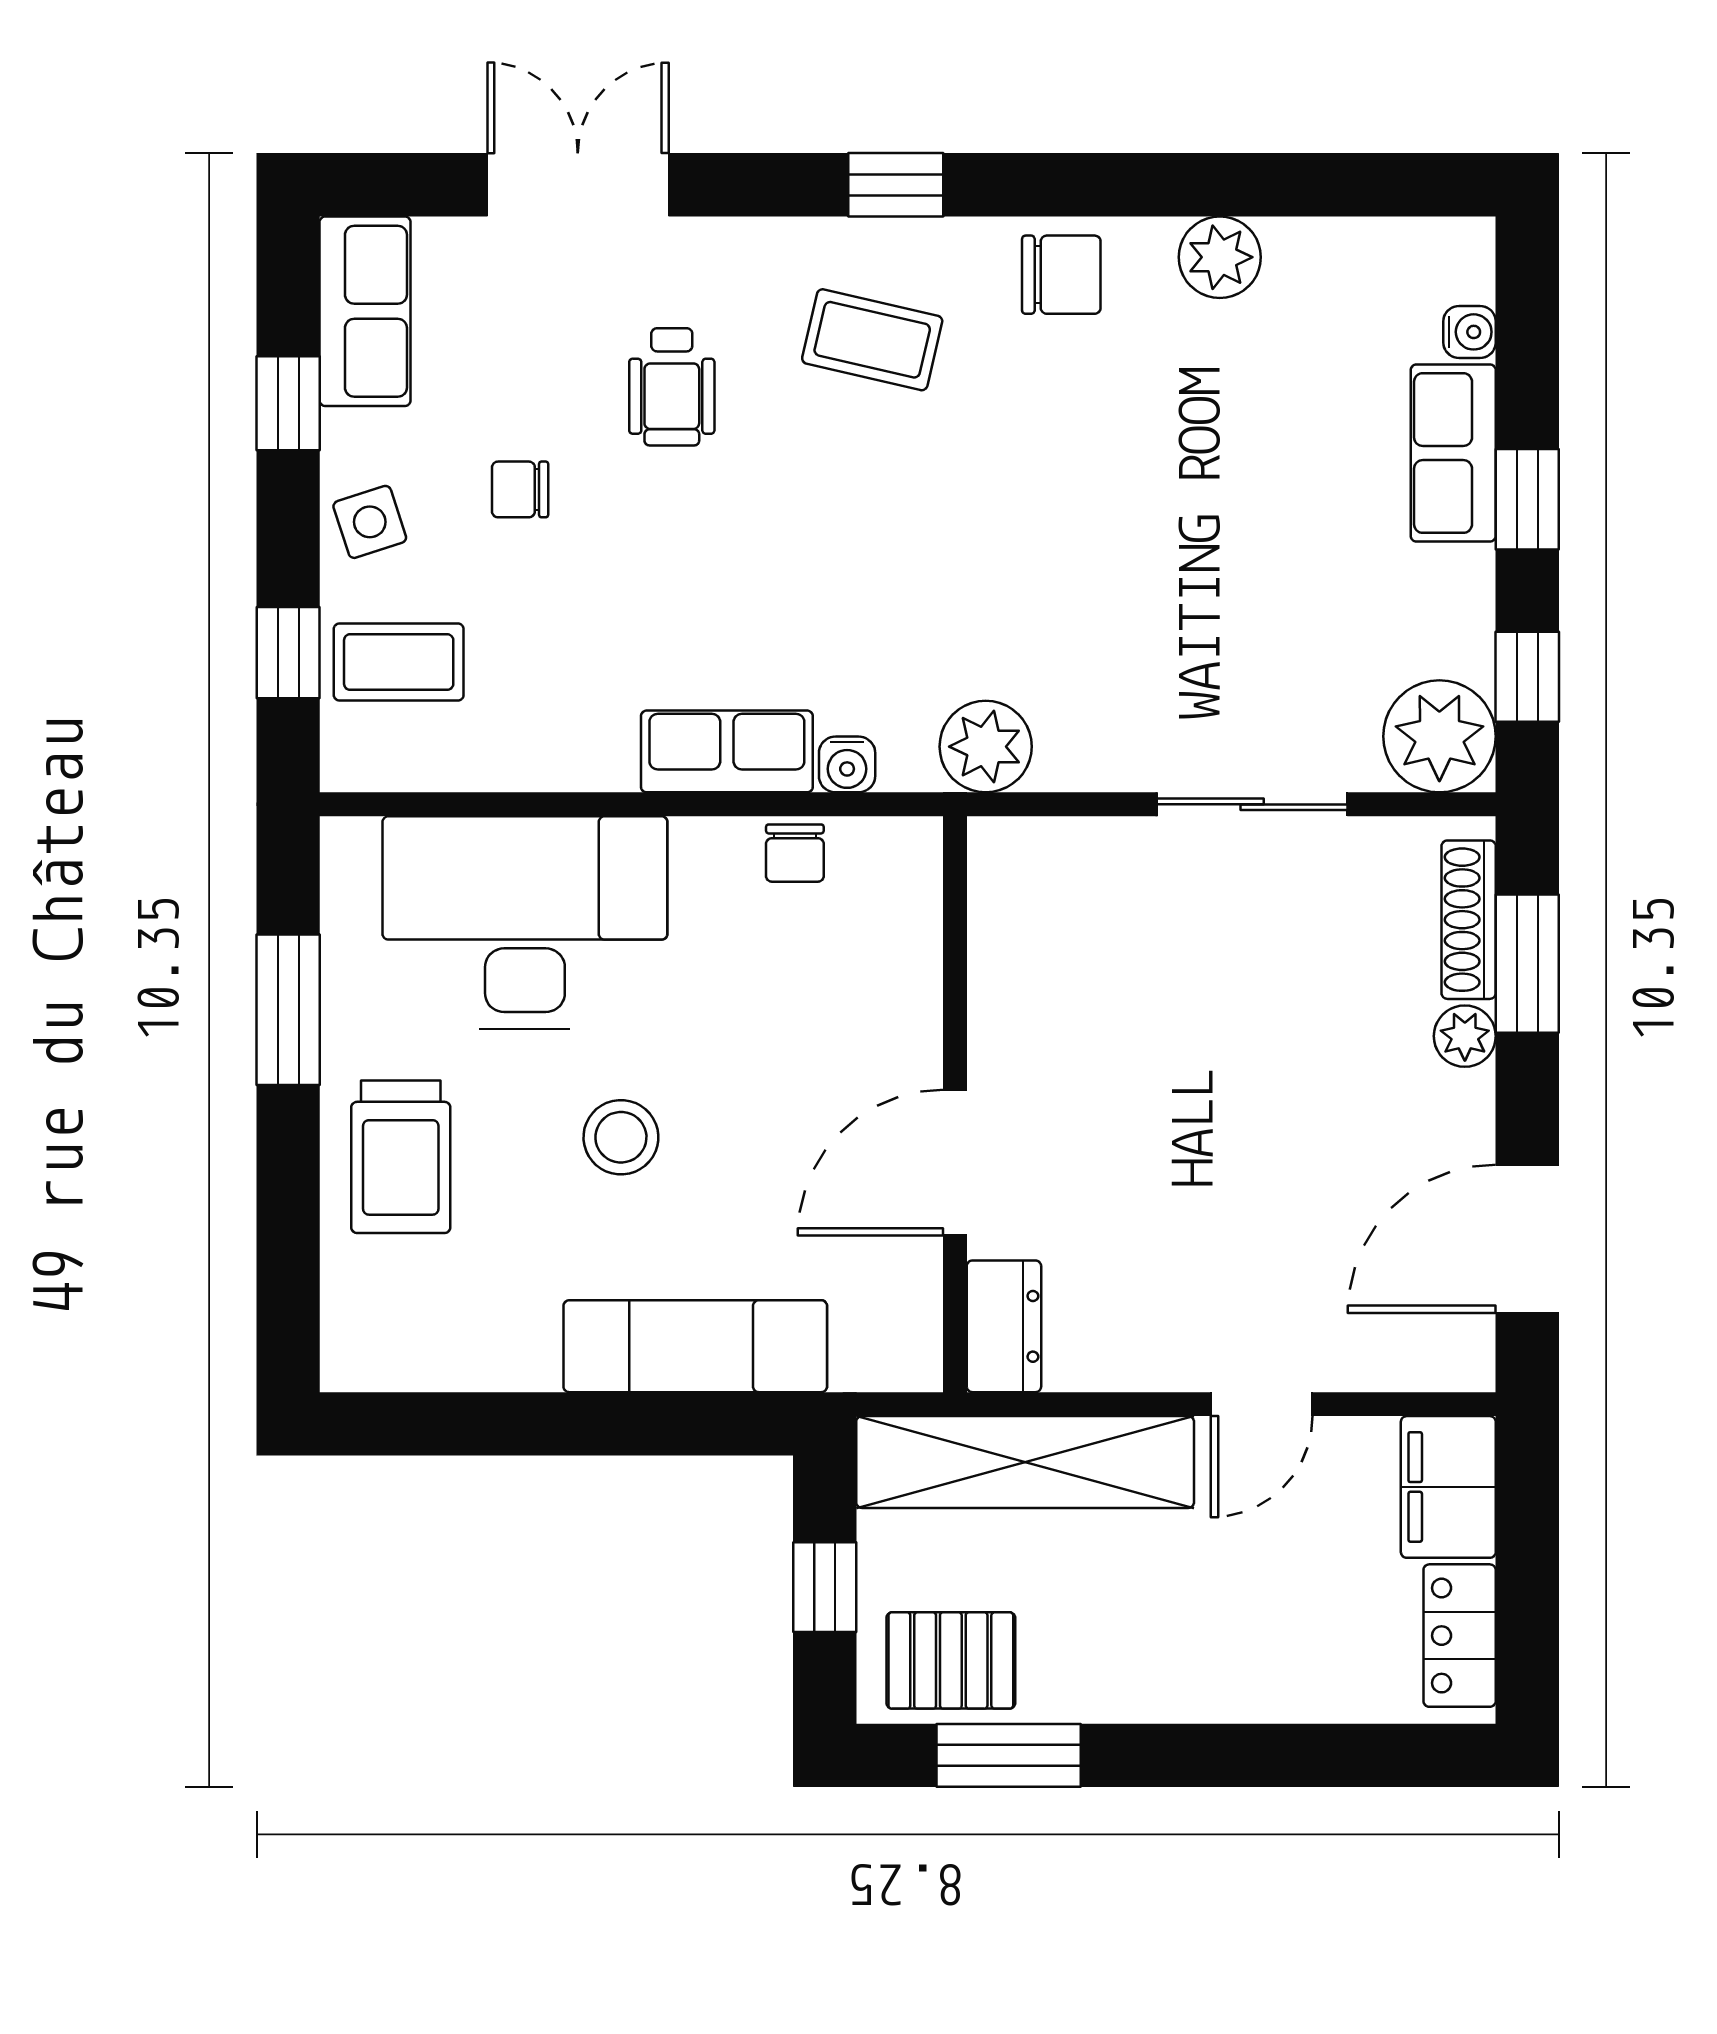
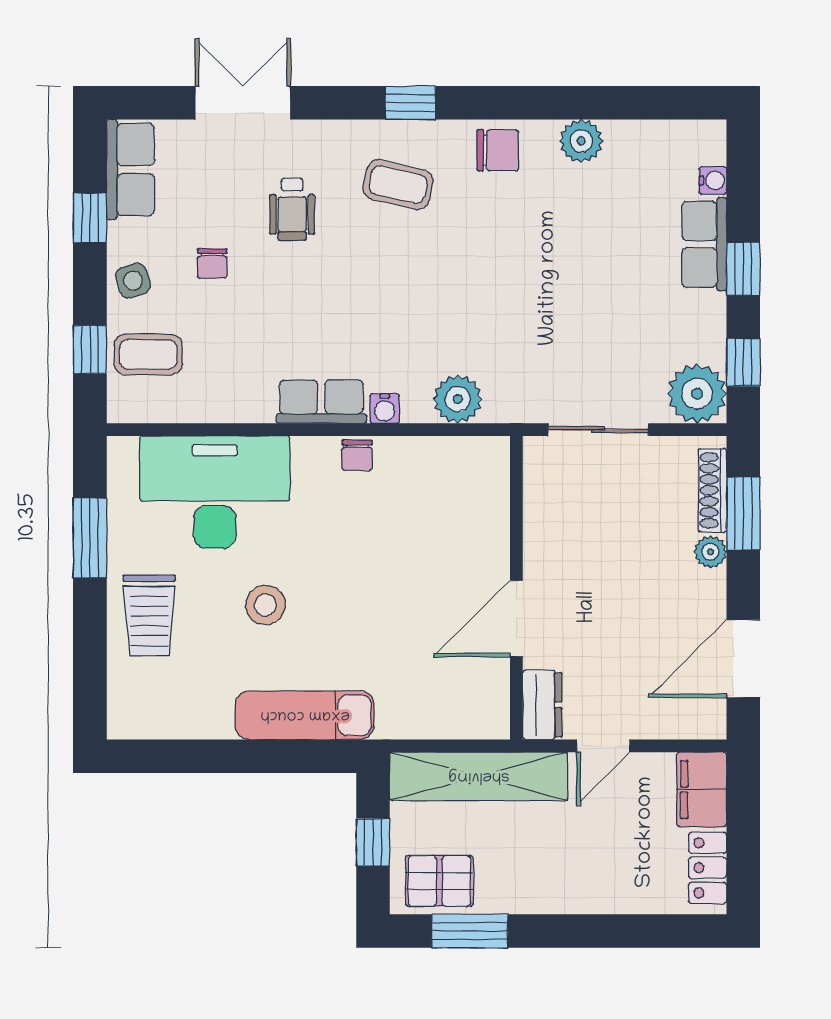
chair: (520, 489) -> (212, 263), turned -90
wall: (955, 1104) -> (516, 588), moved
door: (955, 1163) -> (516, 618), moved
dresser: (1004, 1326) -> (542, 705), moved

